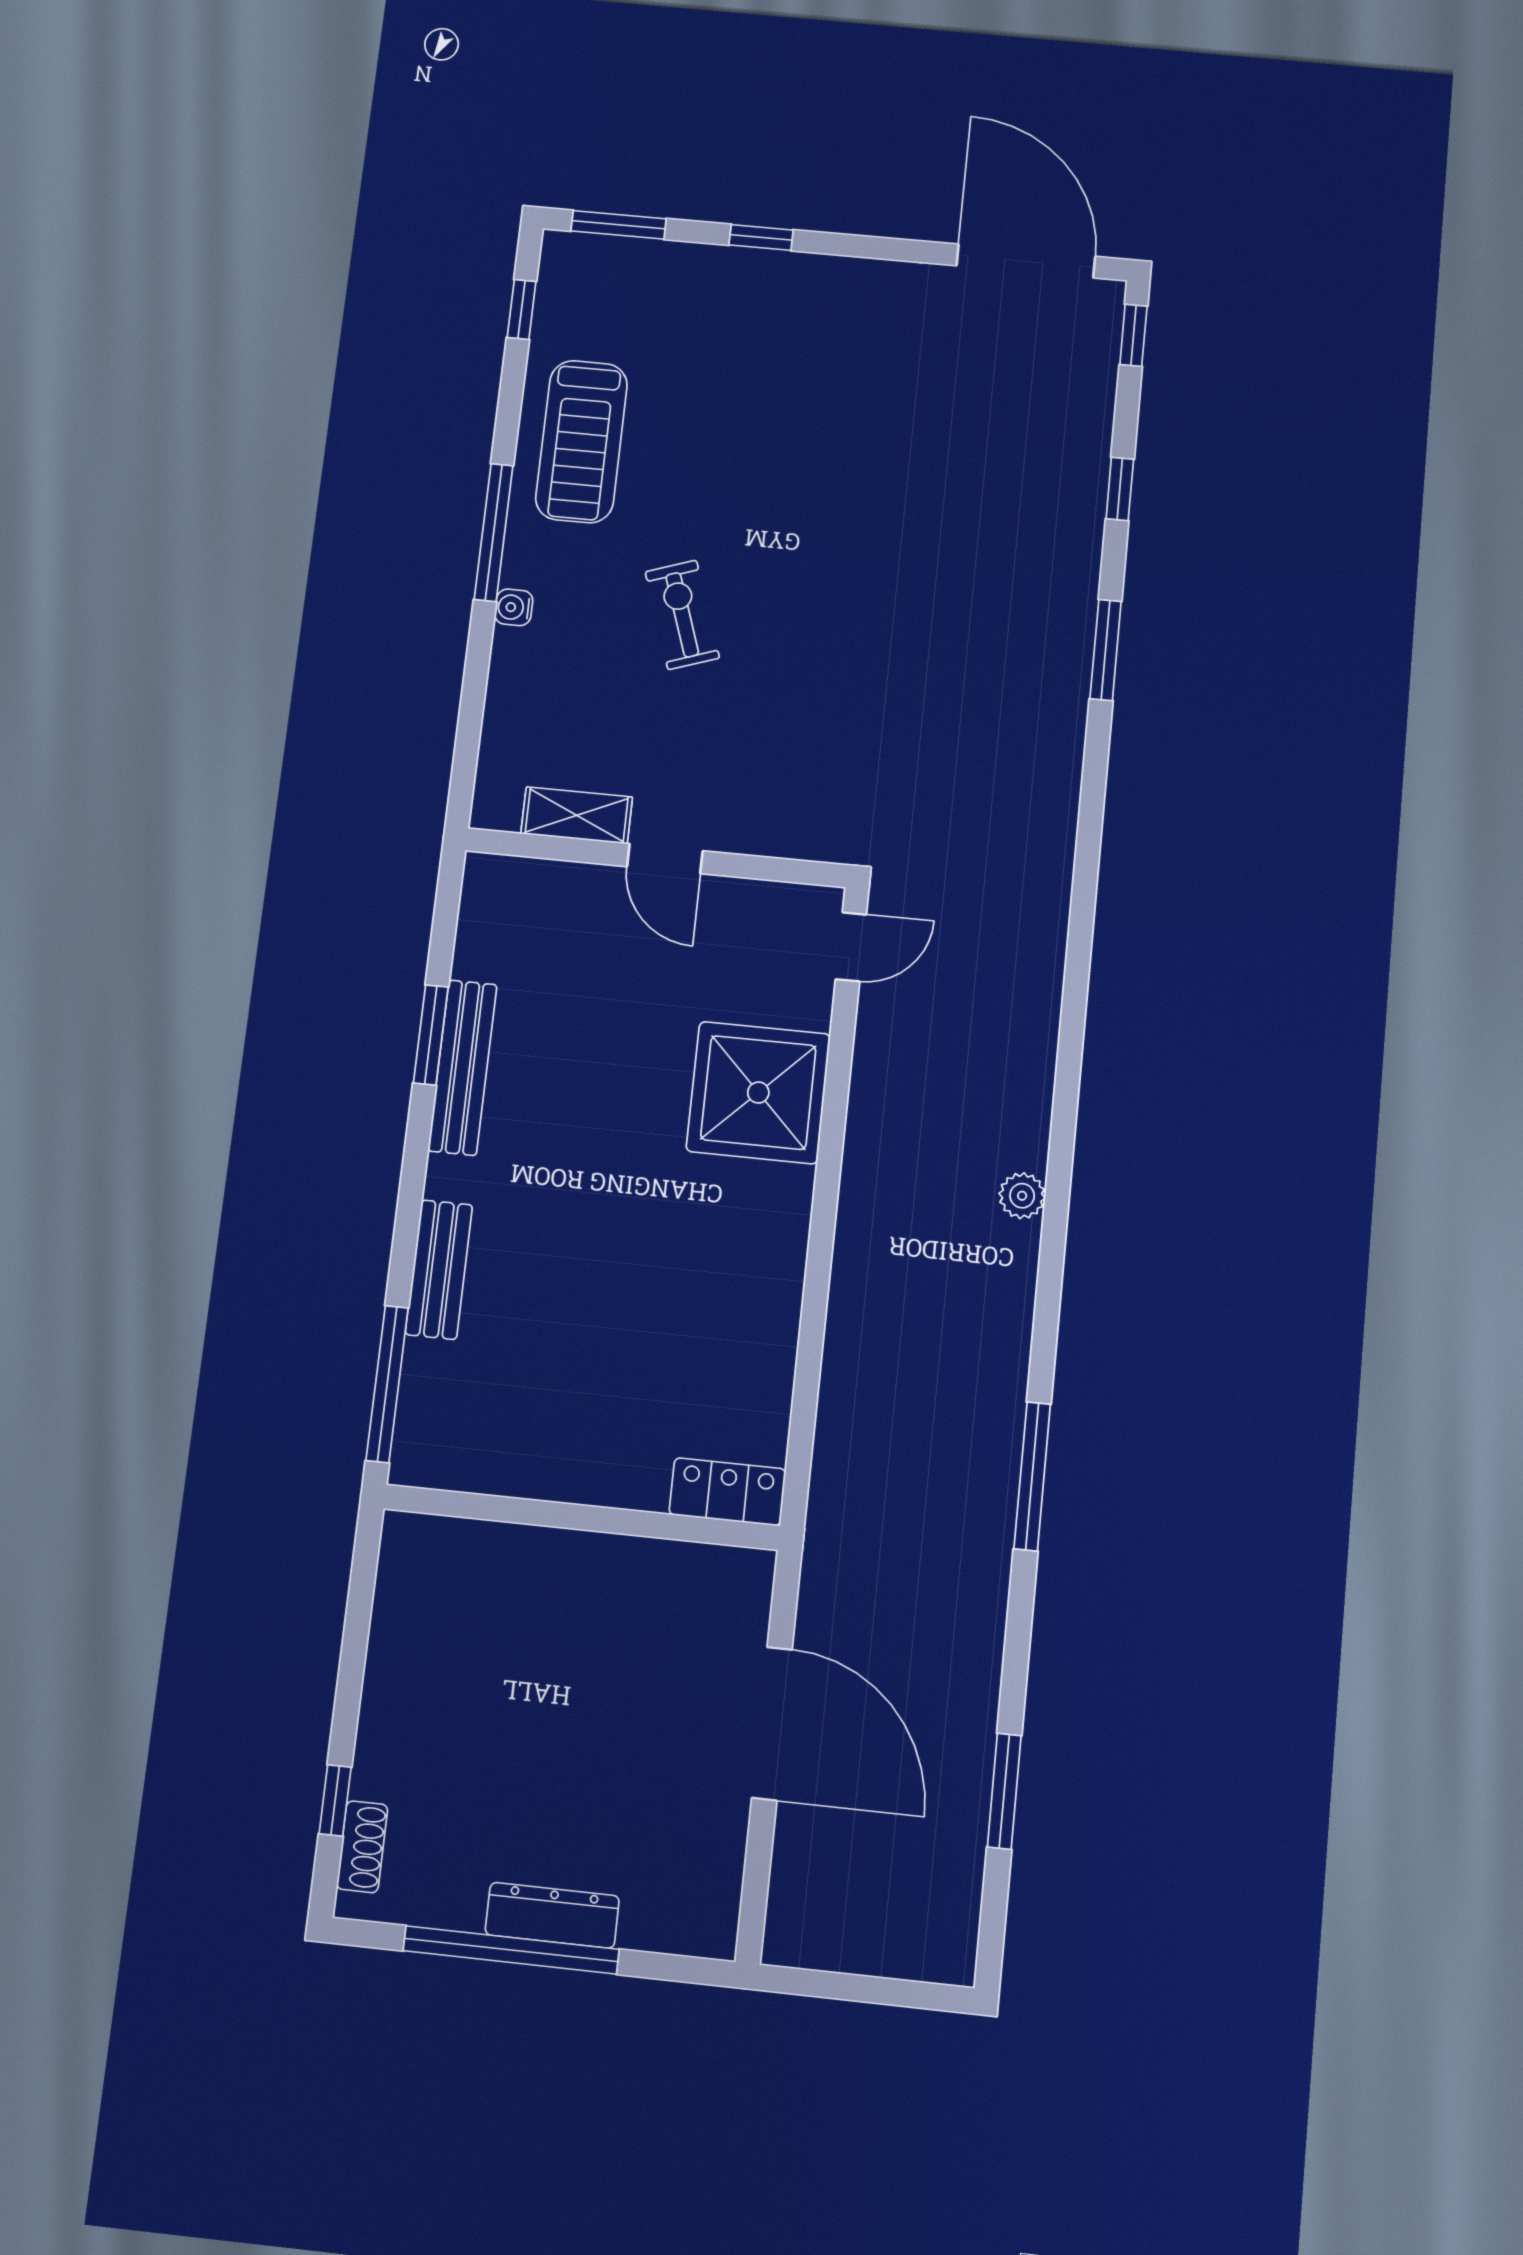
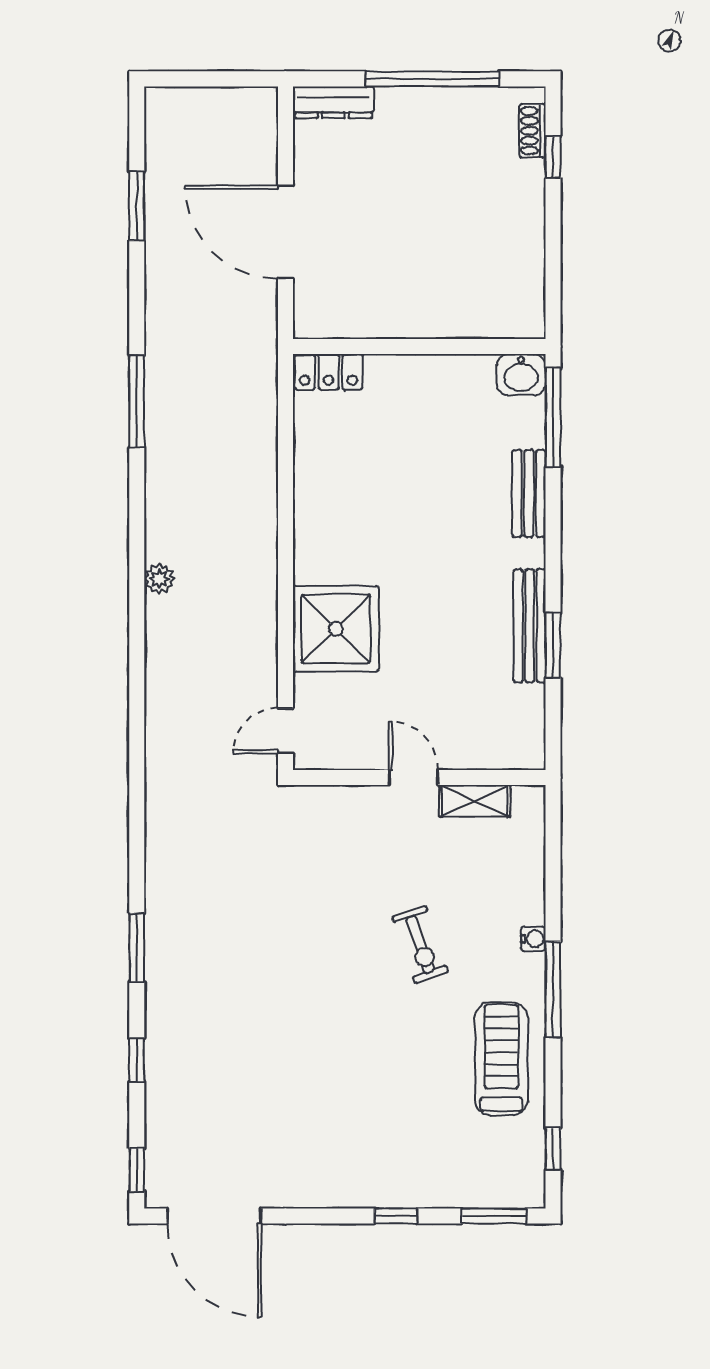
washbasin: (428, 1456) -> (521, 375), added
dresser: (552, 1915) -> (333, 102), moved

